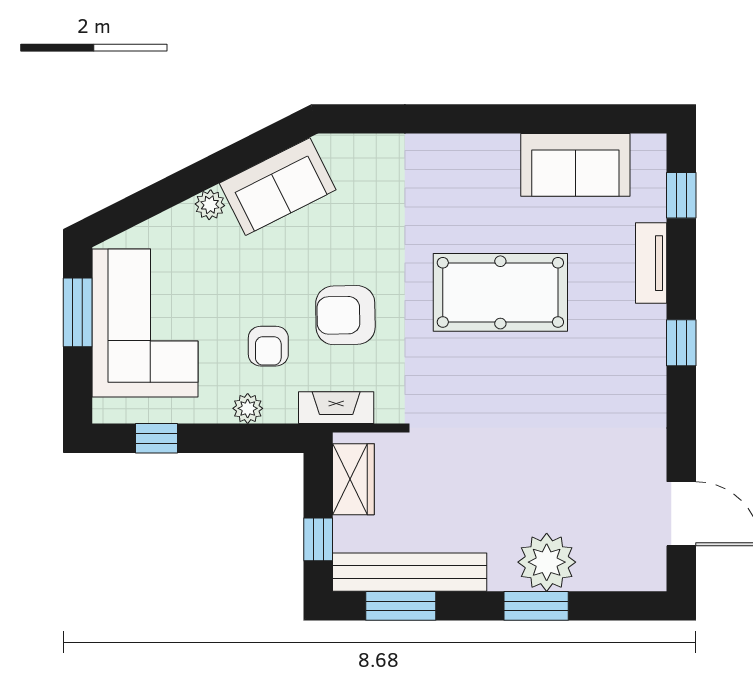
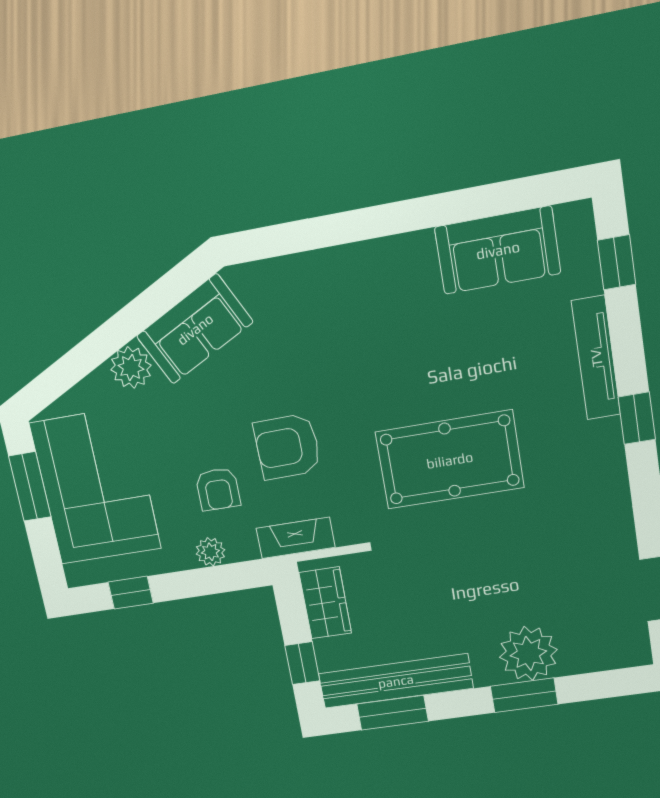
plant: (210, 205) -> (131, 367), width x1.38, depth x1.38
tv unit: (651, 263) -> (596, 358), width x1.41
pool table: (500, 292) -> (450, 460), moved

